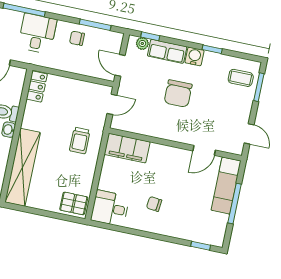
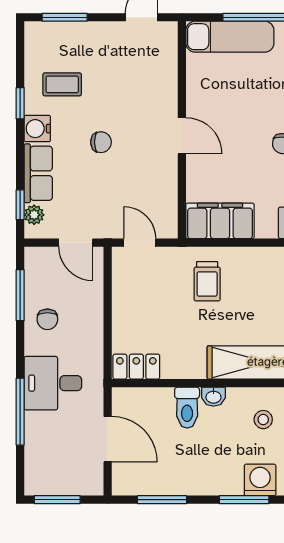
door: (120, 65) -> (76, 243), hinge flipped
coffee table: (241, 78) -> (62, 84), moved, turned 90
chair: (178, 94) -> (101, 142), width x0.54, depth x0.54
trolley: (80, 140) -> (207, 281), turned 90
filing cabinet: (127, 148) -> (220, 221), moved, turned -90
door: (204, 150) -> (182, 136), moved

